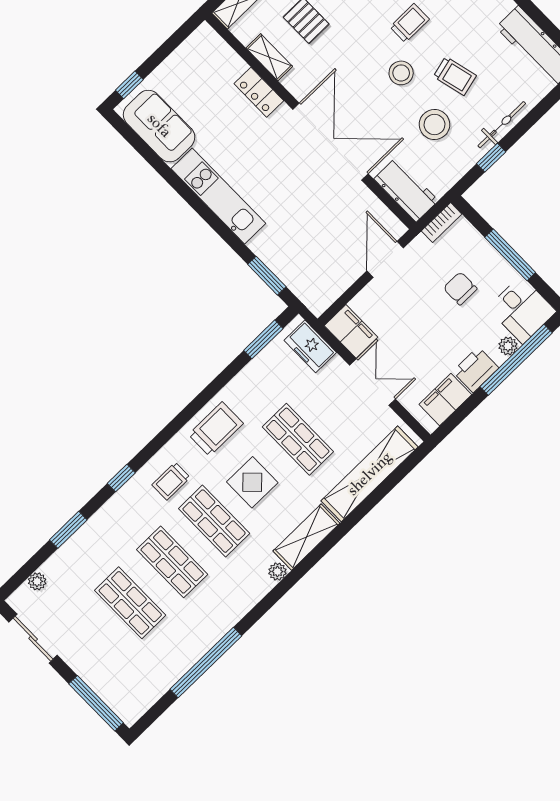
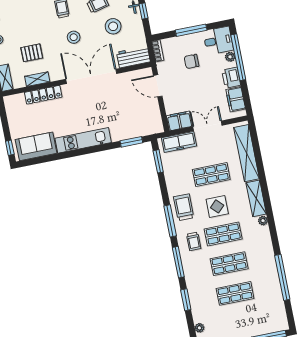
stool: (401, 73) -> (74, 37), moved
locker: (259, 92) -> (43, 95), width x1.53
freezer: (310, 346) -> (179, 142), width x1.40
window: (179, 421) -> (170, 221), added
window: (121, 478) -> (178, 262), width x2.17

